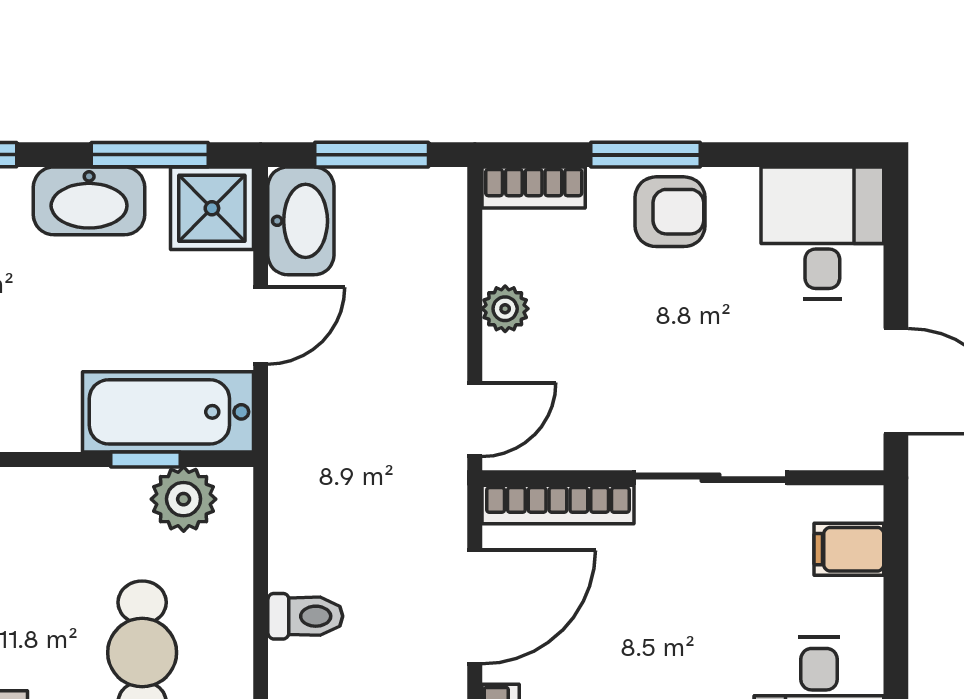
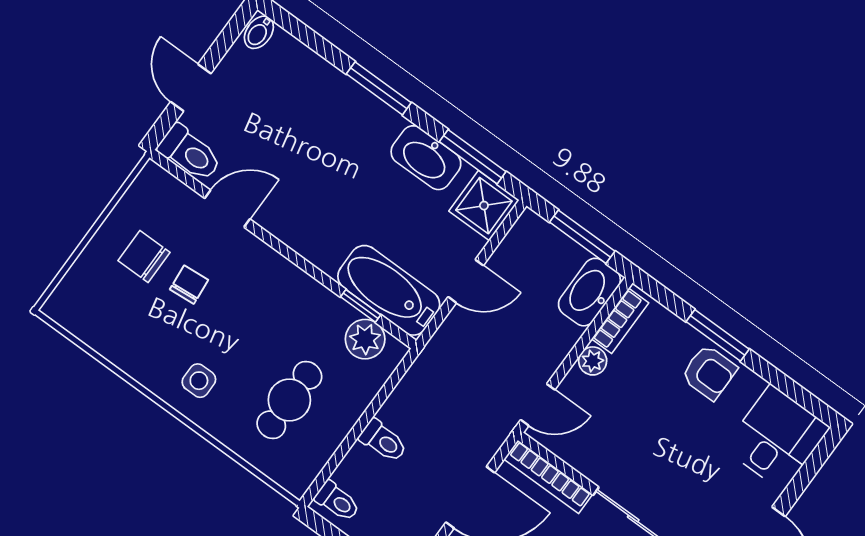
bookcase: (534, 188) -> (620, 321), moved, turned -90
washbasin: (301, 221) -> (589, 292), moved, turned 180

